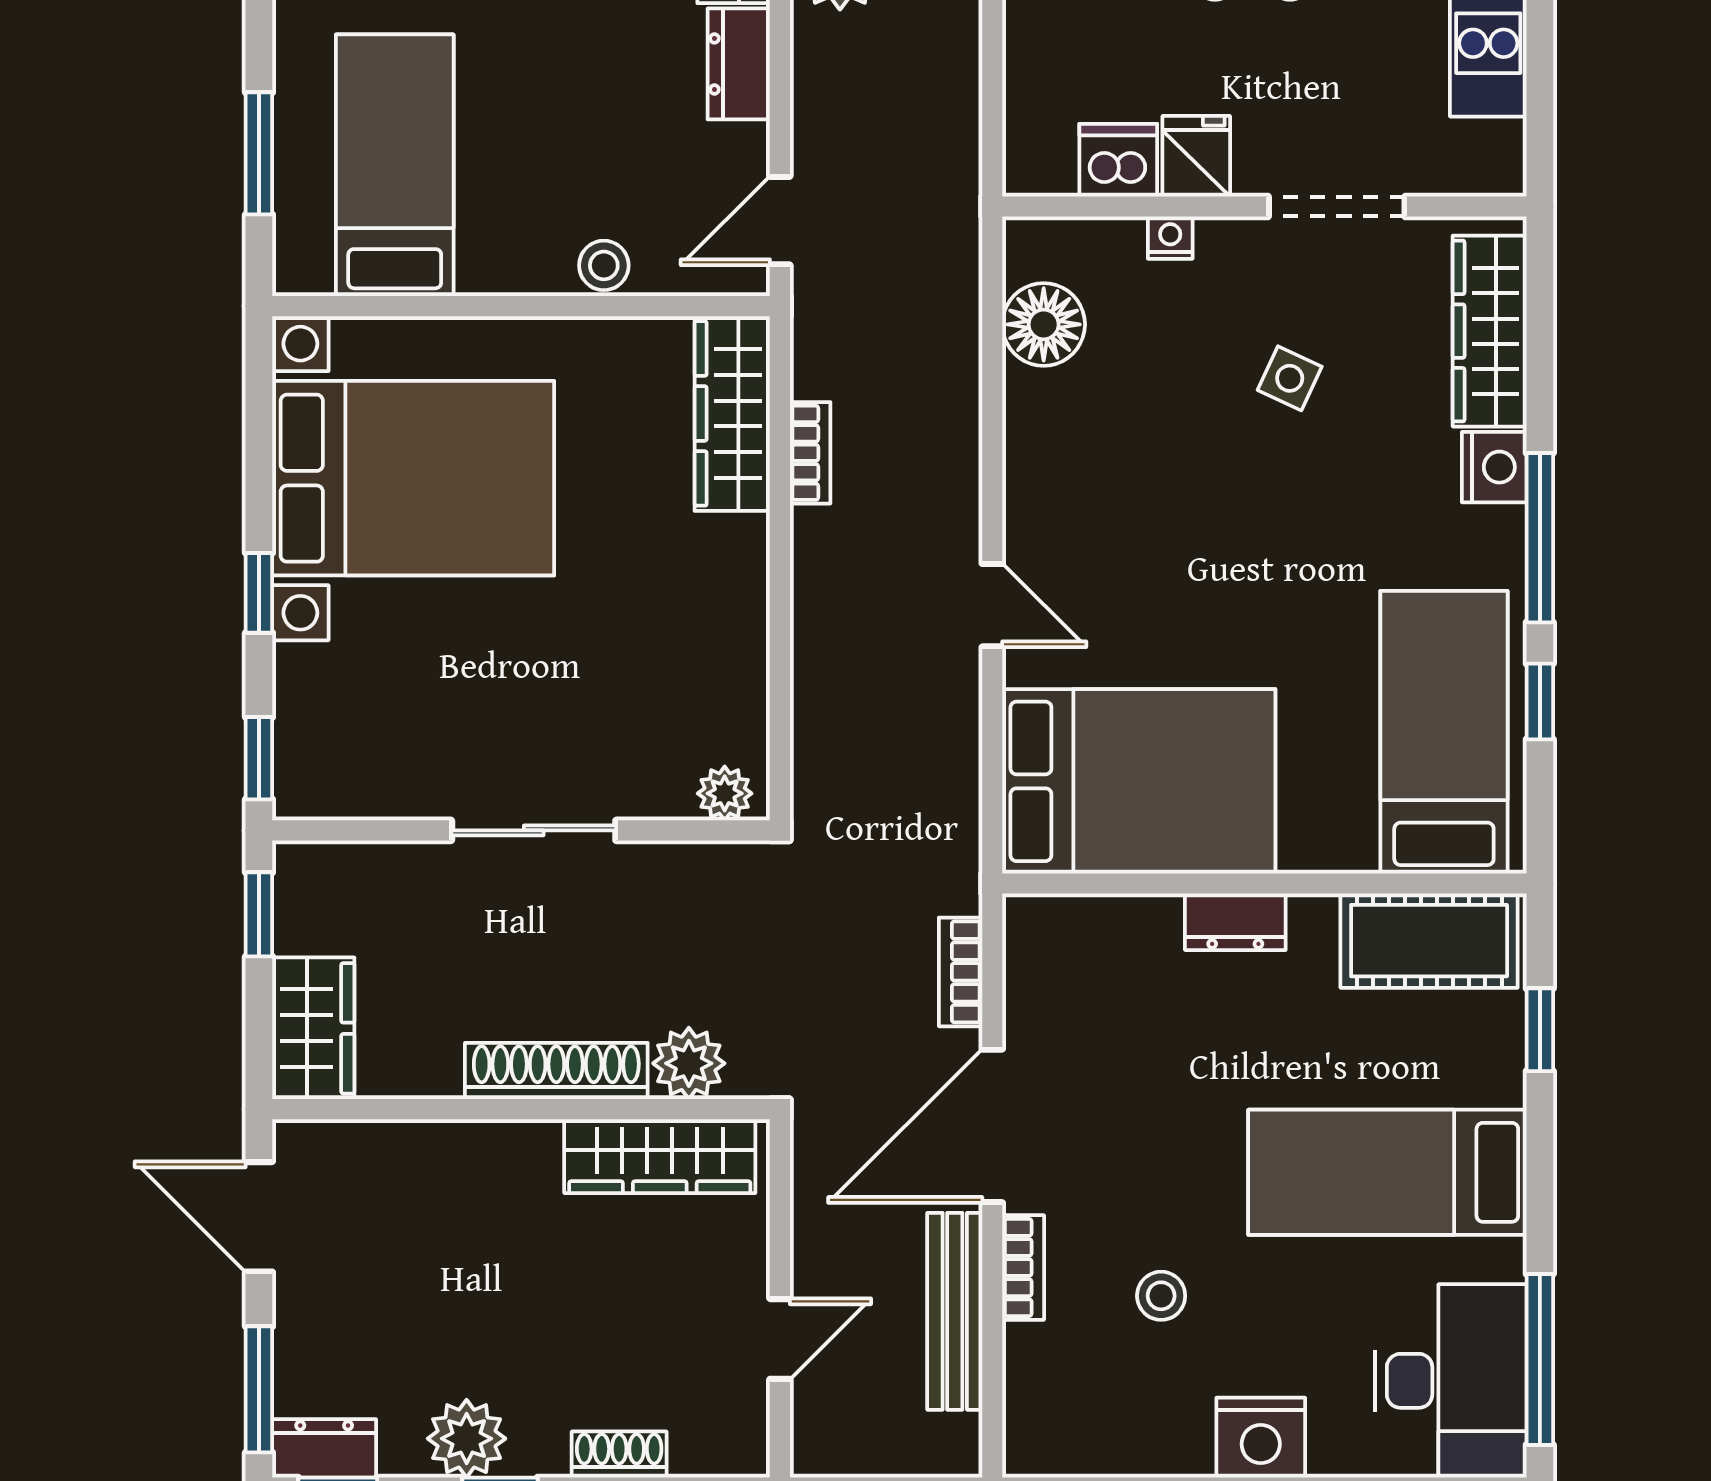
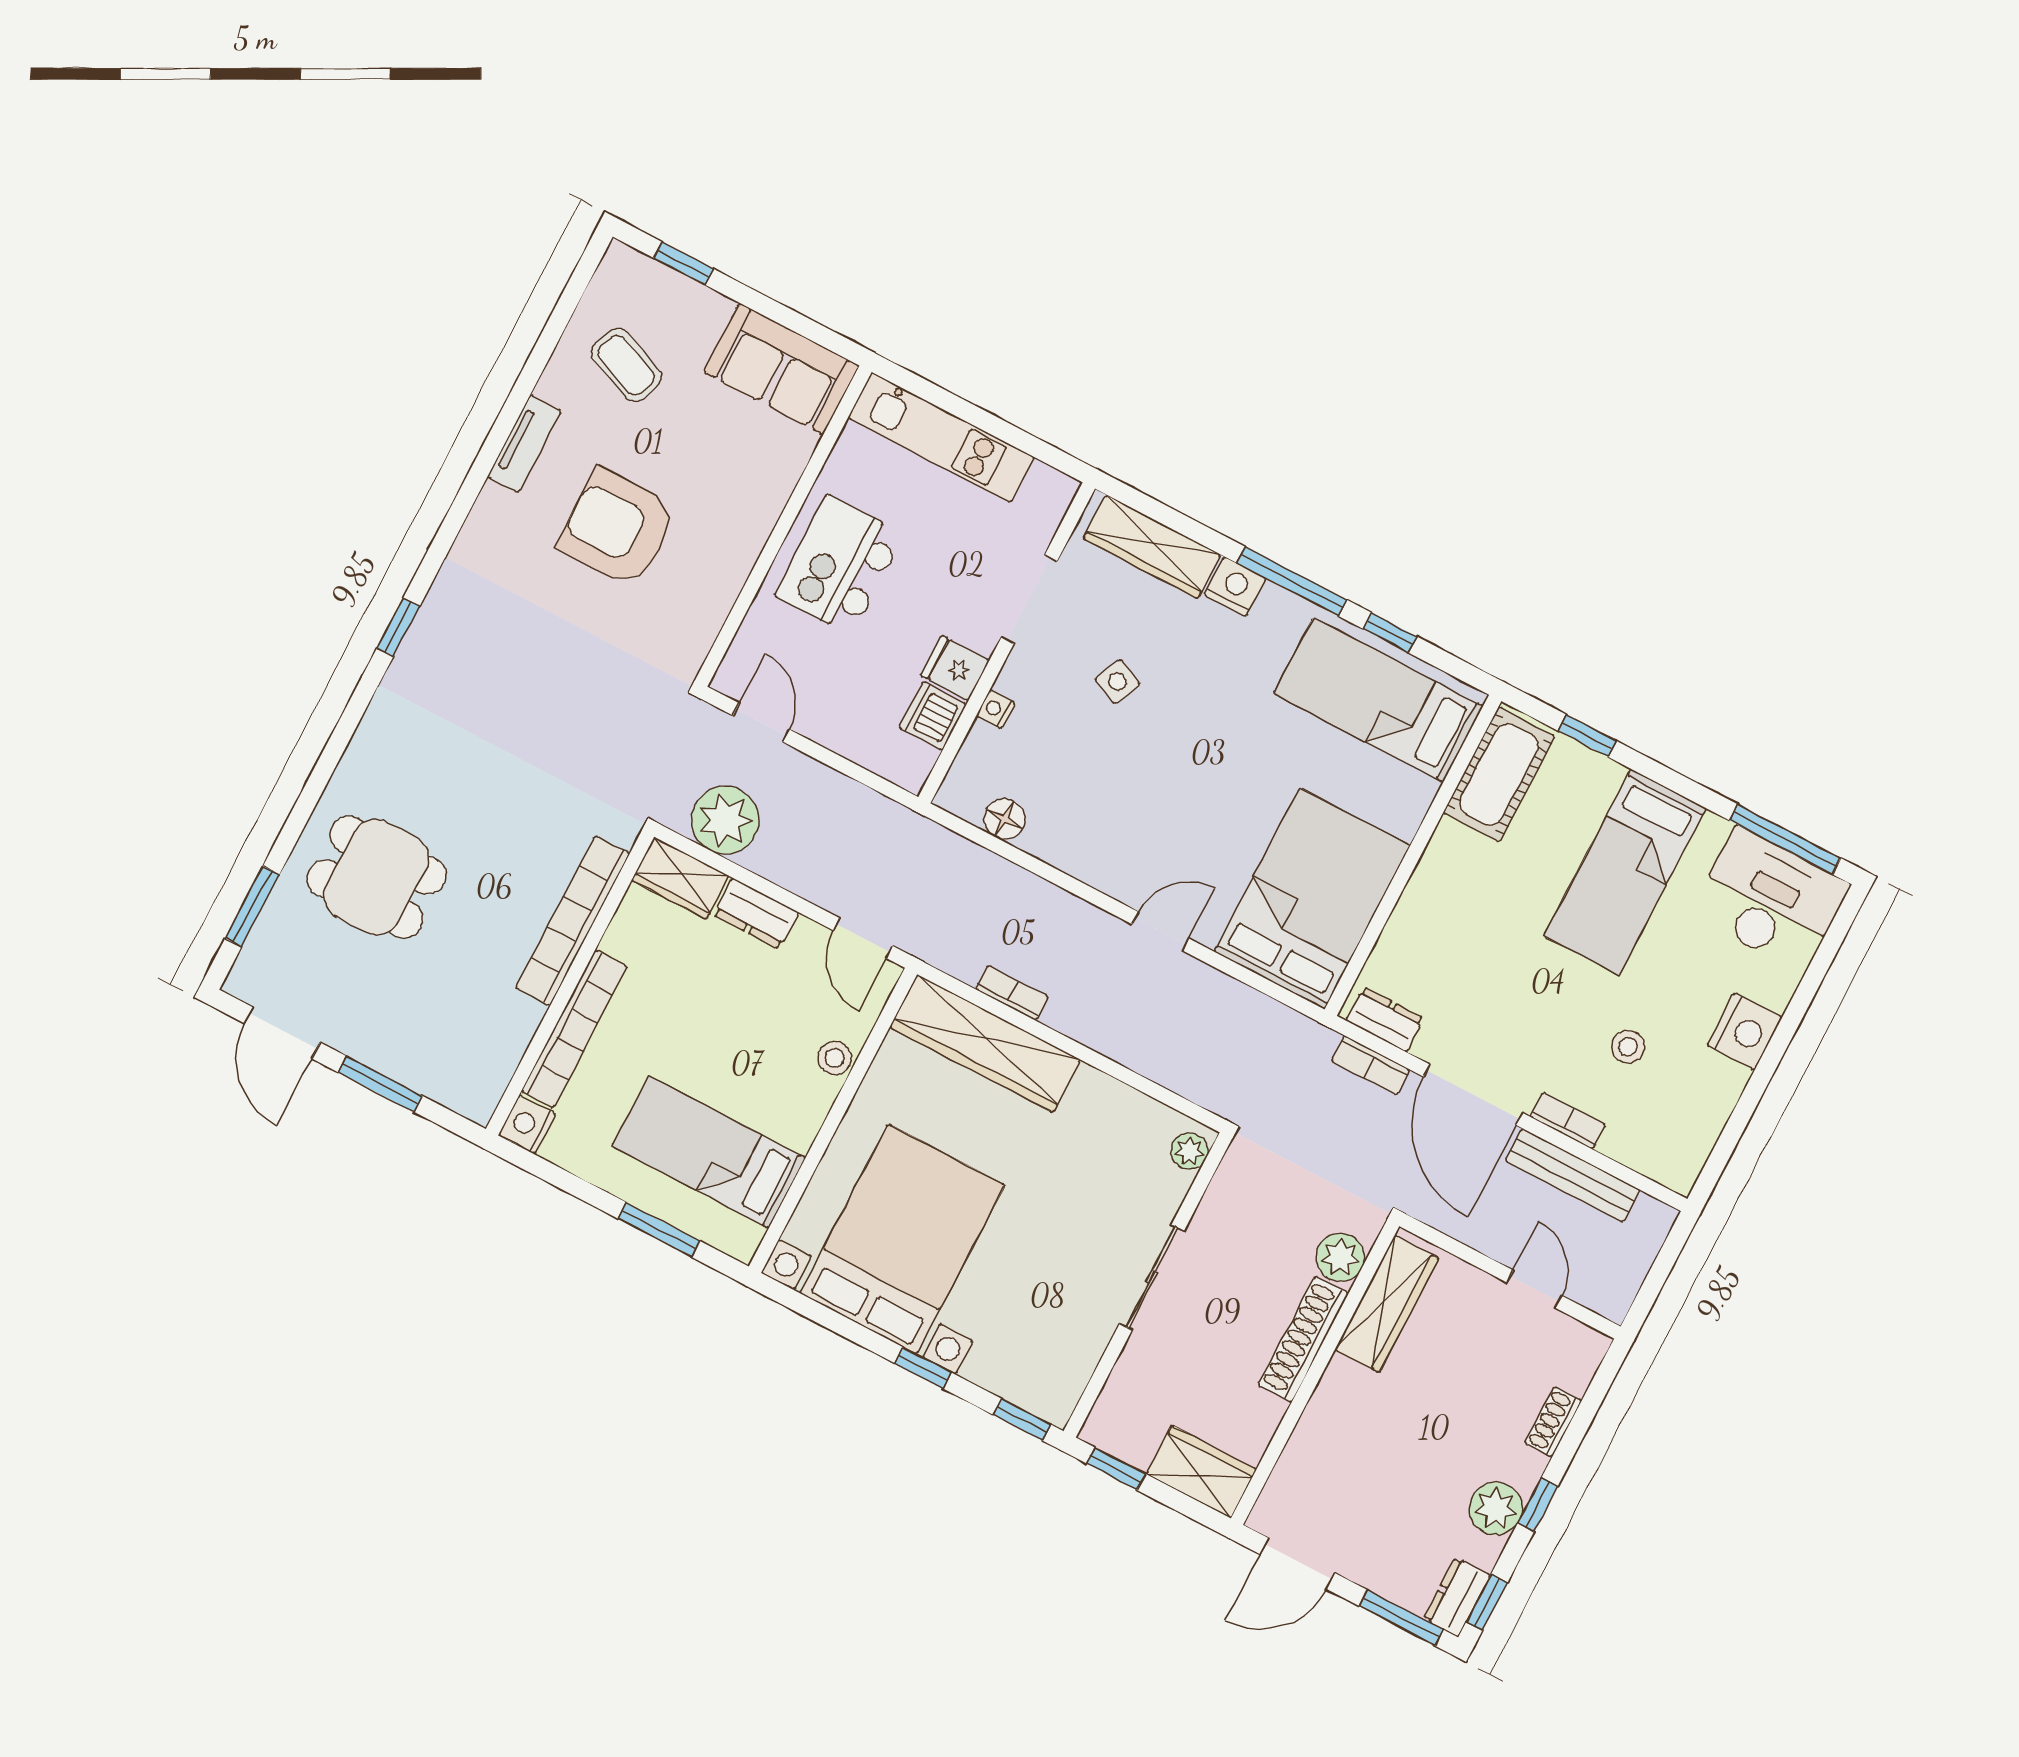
floor lamp: (1044, 324) -> (1004, 819), width x0.73, depth x0.73
wardrobe: (732, 413) -> (985, 1043), width x1.40, depth x1.17
dresser: (1235, 922) -> (1385, 1019), moved, turned -90

